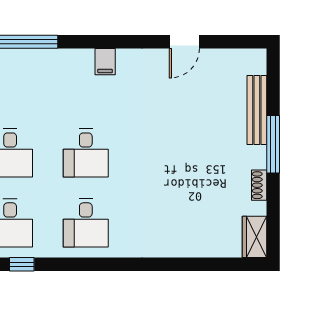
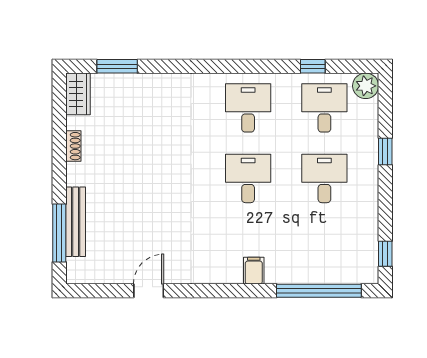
filing cabinet: (105, 62) -> (254, 271), moved
window: (273, 144) -> (59, 233), moved
window: (216, 264) -> (117, 66), added

